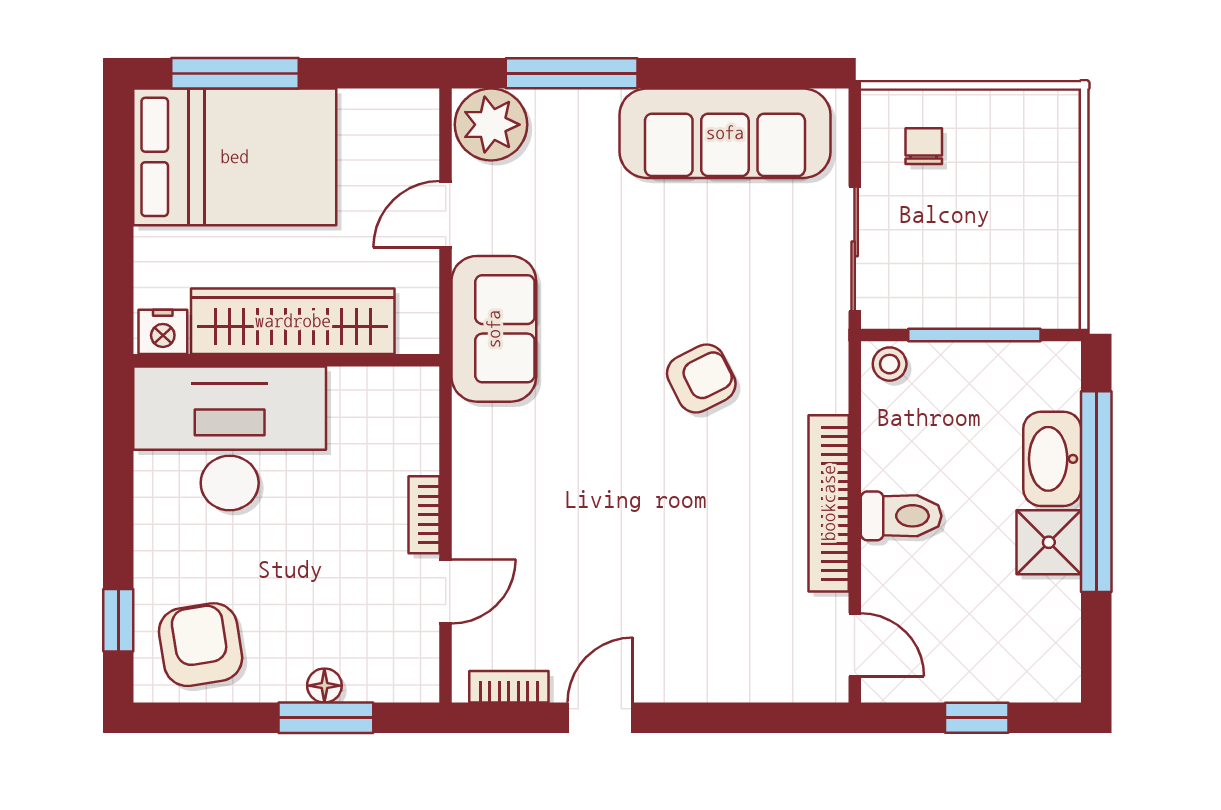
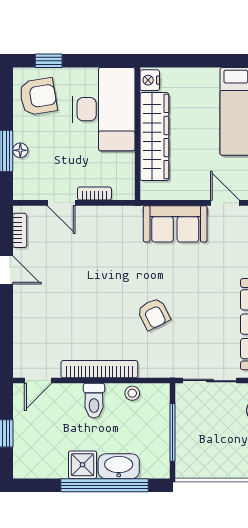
wardrobe: (293, 321) -> (154, 137), moved
nightstand: (163, 332) -> (150, 80), moved
wall: (286, 360) -> (137, 134), moved
stool: (890, 364) -> (132, 393), moved
desk: (230, 438) -> (104, 109), moved

